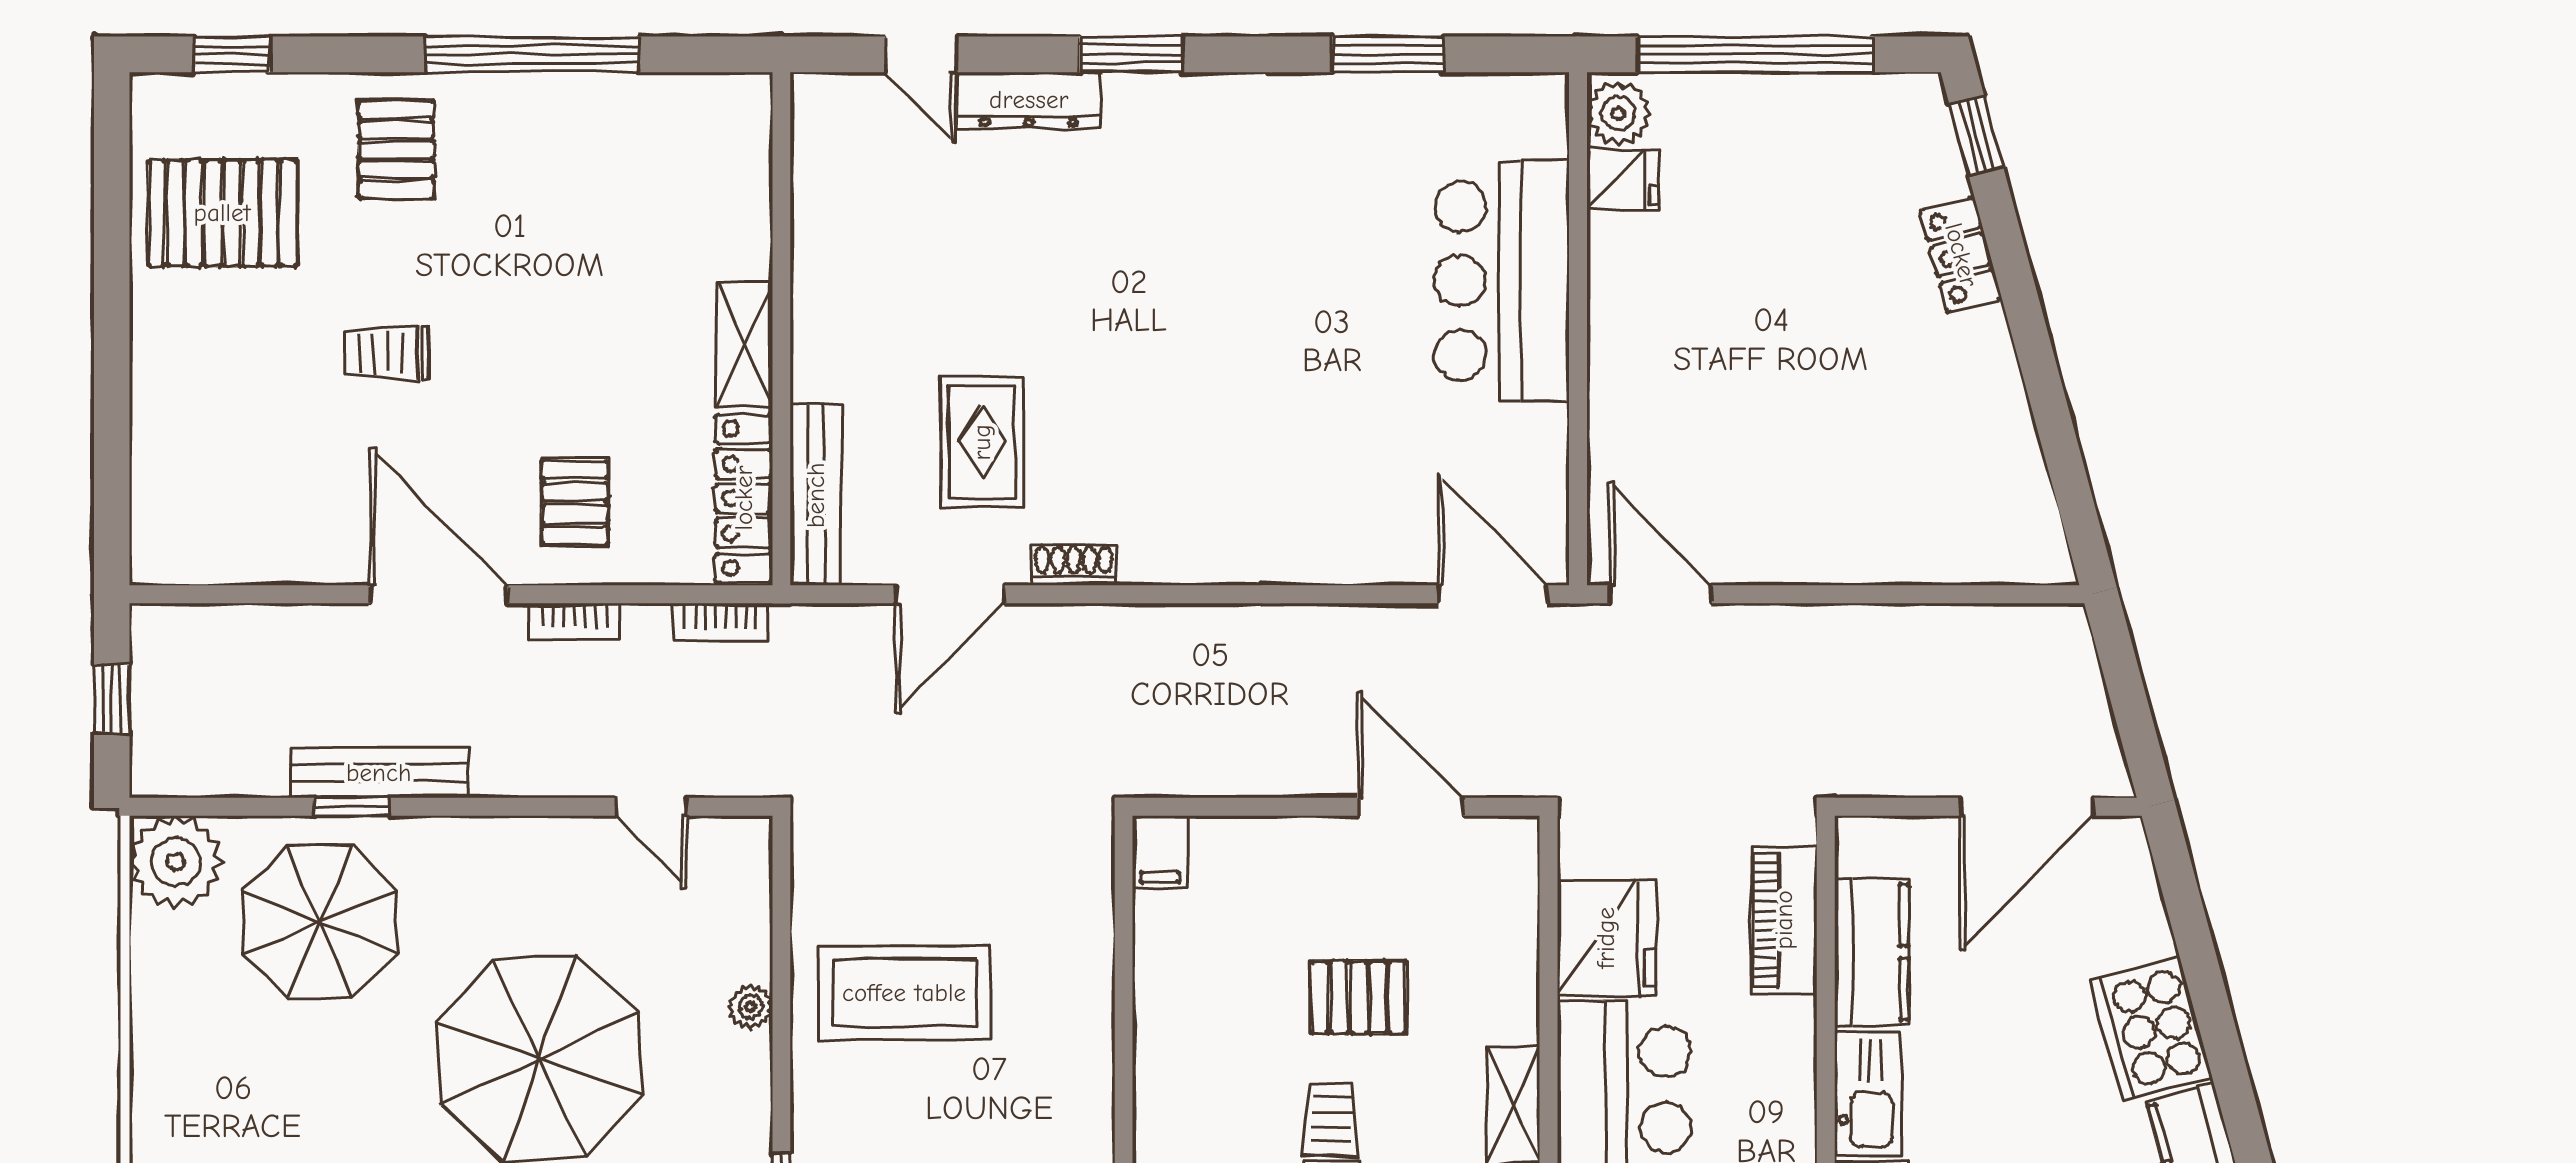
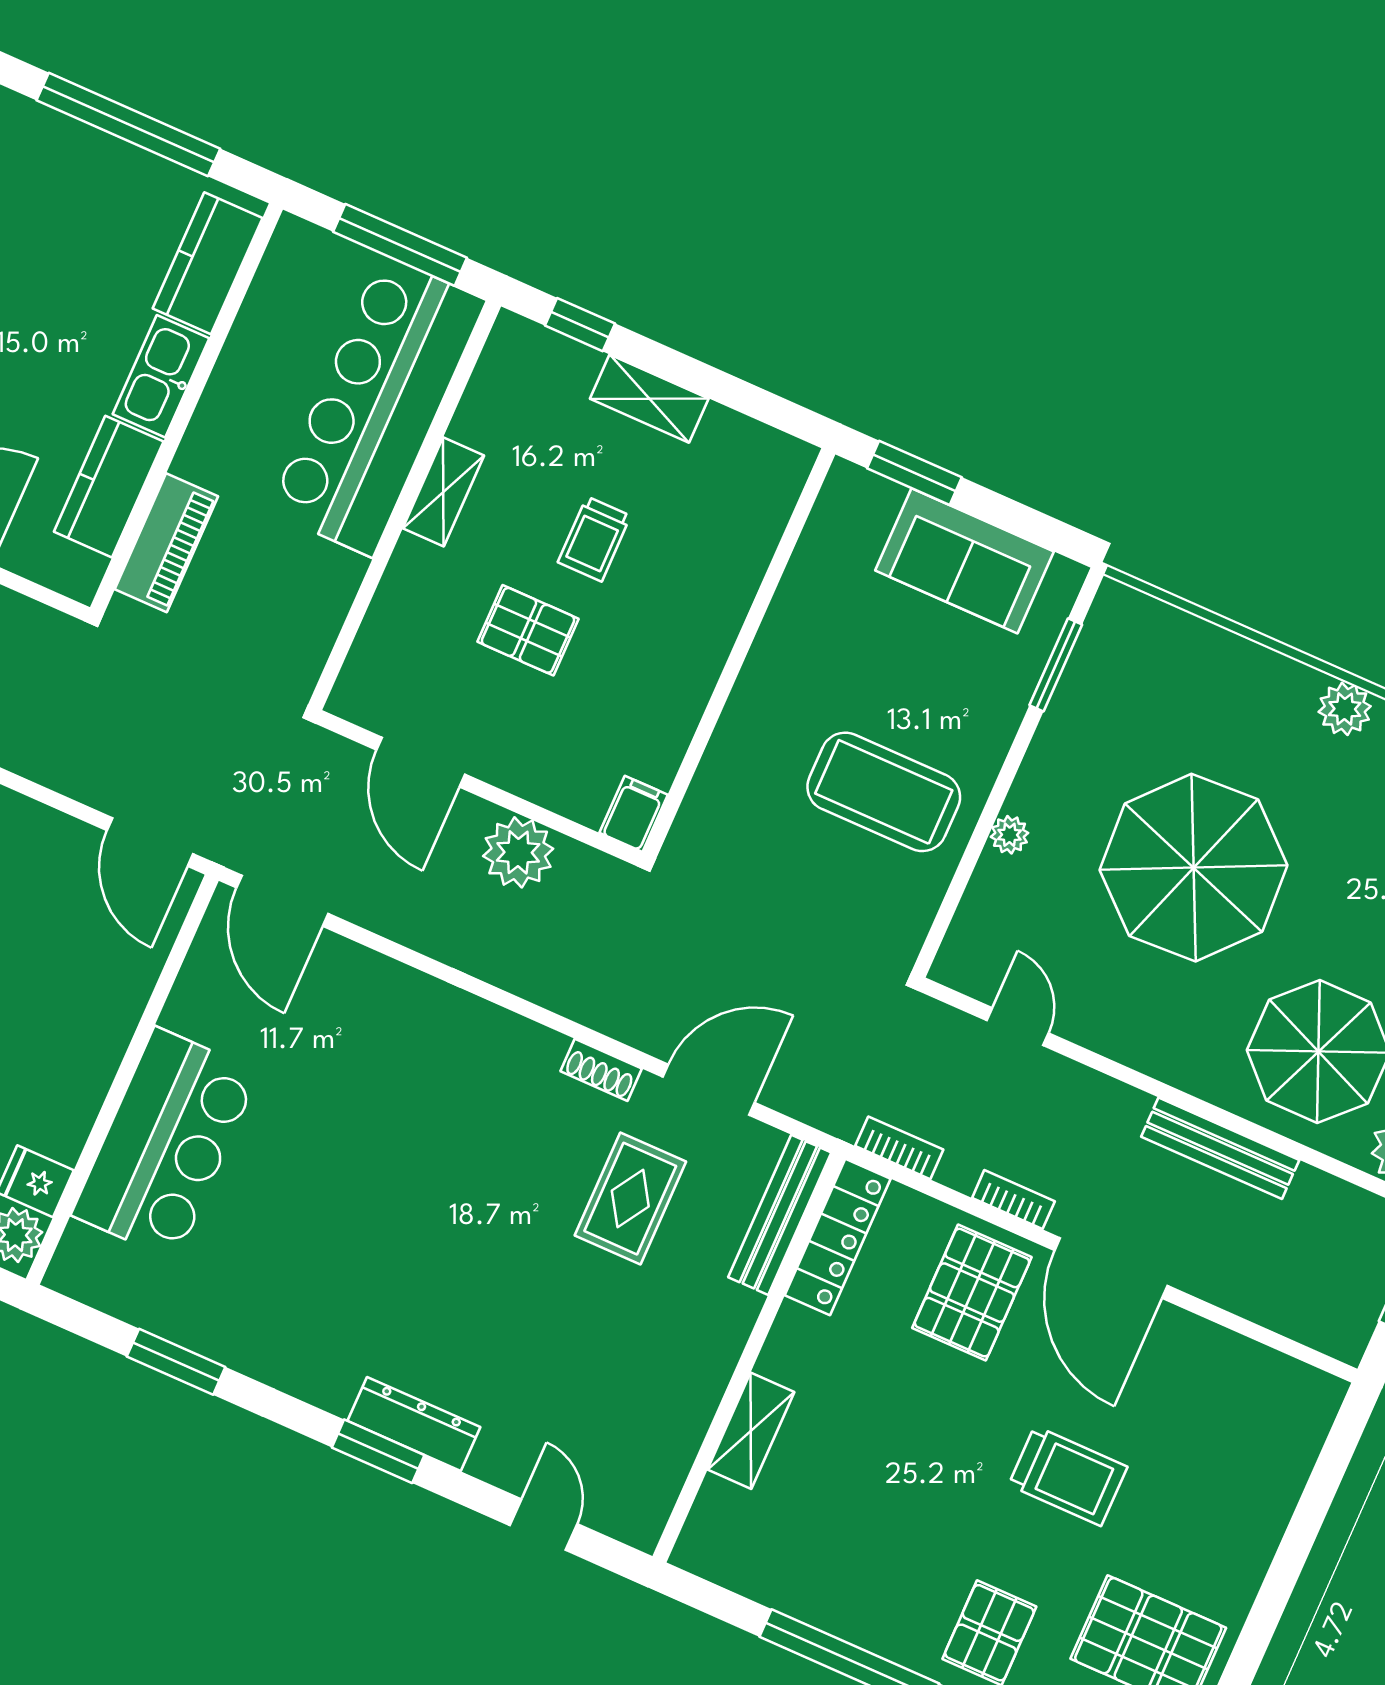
dresser: (1029, 100) -> (414, 1424), moved
shelving: (745, 345) -> (751, 1431), moved
trolley: (387, 353) -> (1068, 1476), width x1.36, depth x1.39
pallet: (575, 503) -> (972, 1293), width x1.50, depth x1.42
plant: (1264, 757) -> (518, 852), added
window: (352, 807) -> (1254, 1131), removed
fridge: (1606, 938) -> (312, 590), removed

